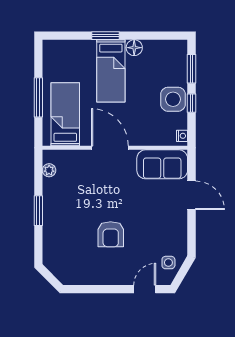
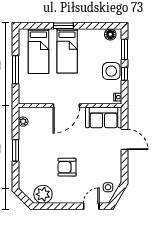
floor lamp: (134, 48) -> (110, 34), moved
bed: (65, 114) -> (38, 51), moved, turned 180
door: (110, 148) -> (66, 106), swing flipped
armchair: (111, 234) -> (67, 167), turned 90
plant: (77, 272) -> (43, 194), added

